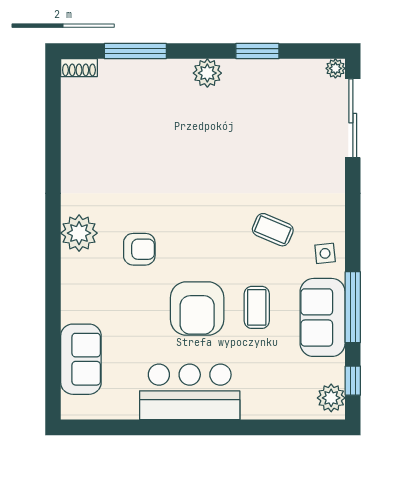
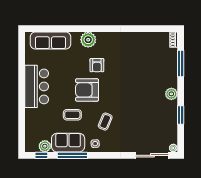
plant: (79, 233) -> (88, 40), moved
armchair: (197, 309) -> (87, 90), moved
sofa: (81, 359) -> (50, 40), width x1.36
plant: (331, 398) -> (45, 146), moved

